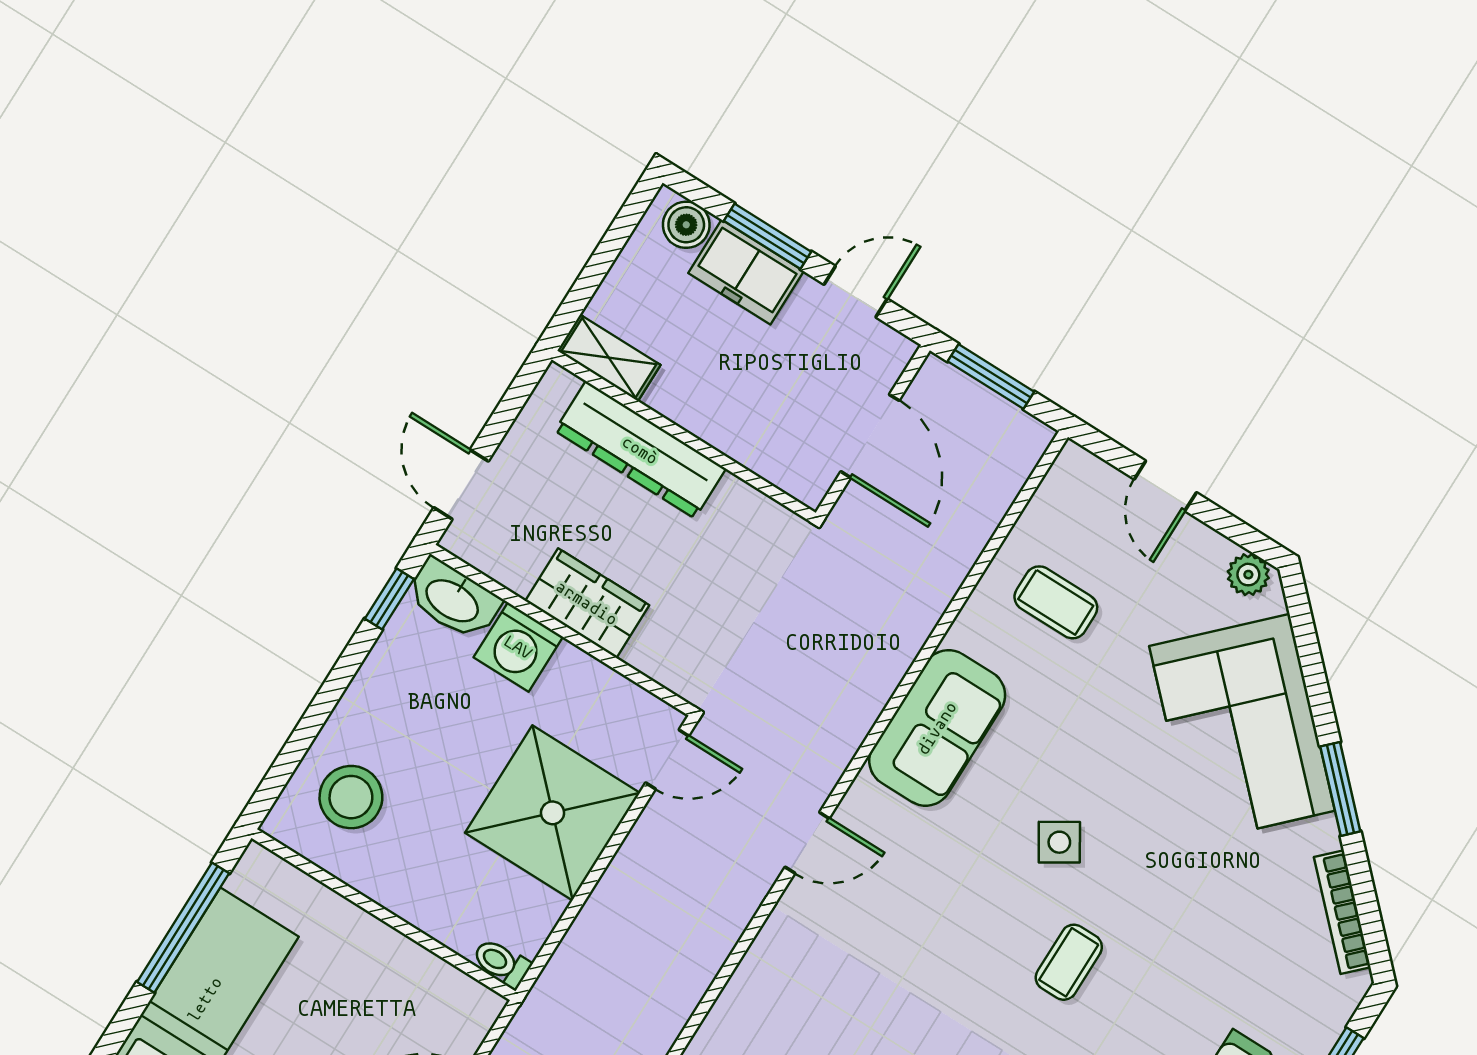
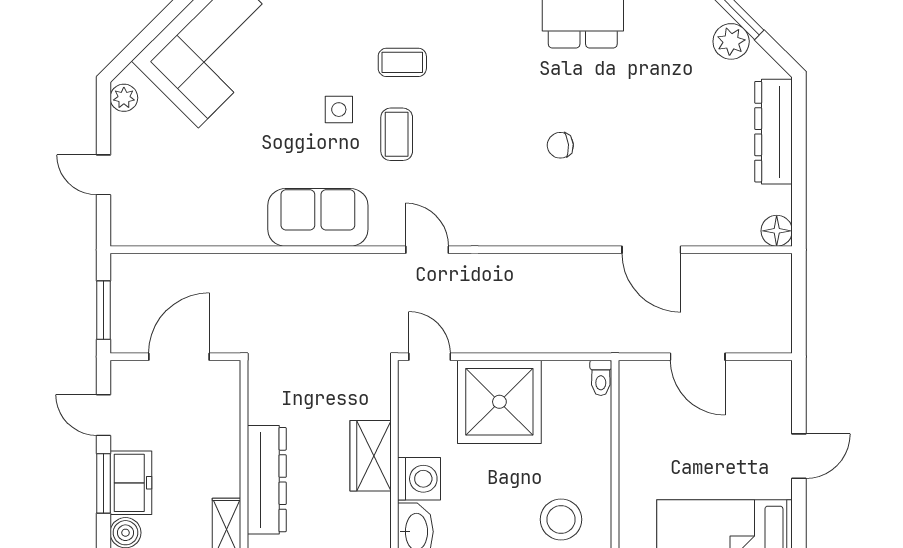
door: (1165, 486) -> (104, 175), swing flipped
coffee table: (1056, 602) -> (397, 134), moved
side table: (1059, 842) -> (339, 110), turned 32

